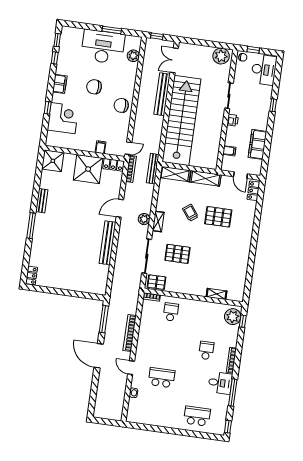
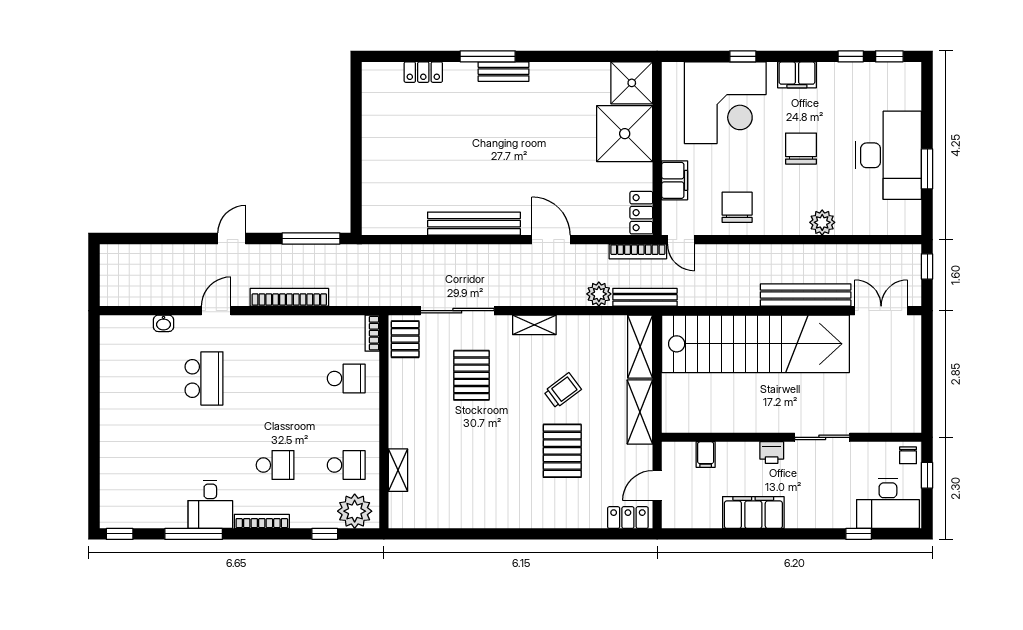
plant: (133, 56) -> (822, 222), moved
plant: (221, 56) -> (904, 409), removed
chair: (121, 105) -> (737, 207), moved
window: (273, 105) -> (859, 534), moved
corner desk: (63, 118) -> (725, 103), width x1.36, depth x1.36
filing cabinet: (257, 144) -> (753, 512), moved
filing cabinet: (101, 147) -> (675, 180), width x2.00
shower: (88, 169) -> (625, 134), moved
bench: (42, 201) -> (504, 72), moved
plant: (144, 219) -> (599, 294), moved
locker: (32, 276) -> (423, 72), moved
window: (243, 321) -> (325, 534), moved
door: (99, 356) -> (232, 238), width x0.53
school desk: (197, 416) -> (346, 465), moved, width x0.54

